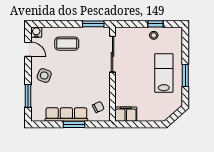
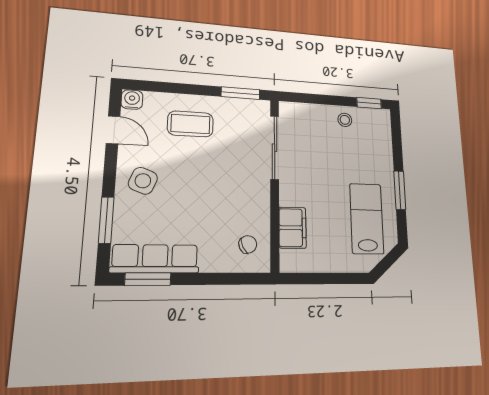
window: (156, 24) -> (369, 103), moved
lab bench: (164, 73) -> (367, 218), moved
filing cabinet: (126, 114) -> (293, 228), moved, turned 90
row of seats: (66, 115) -> (155, 259), moved
window: (74, 124) -> (148, 279), moved

